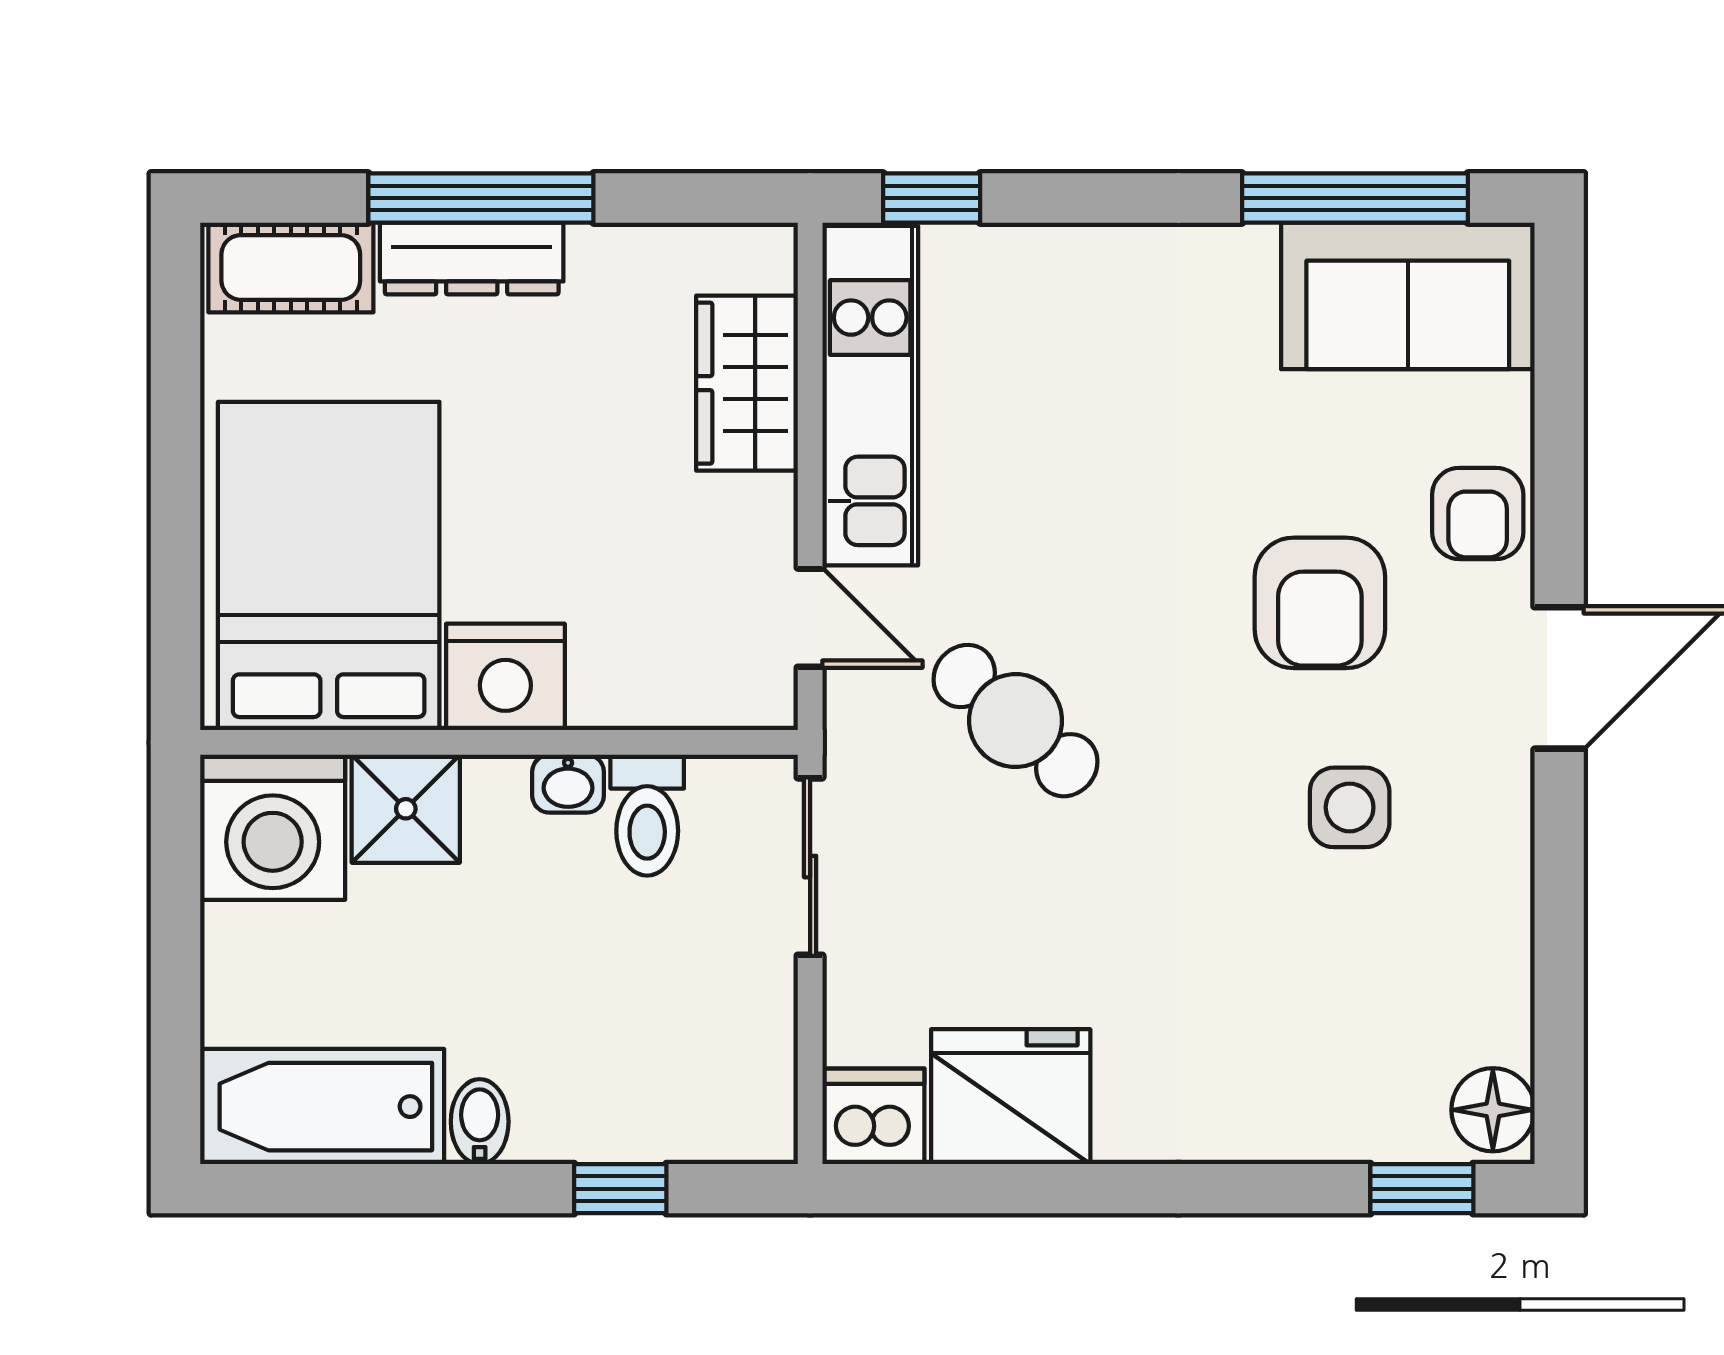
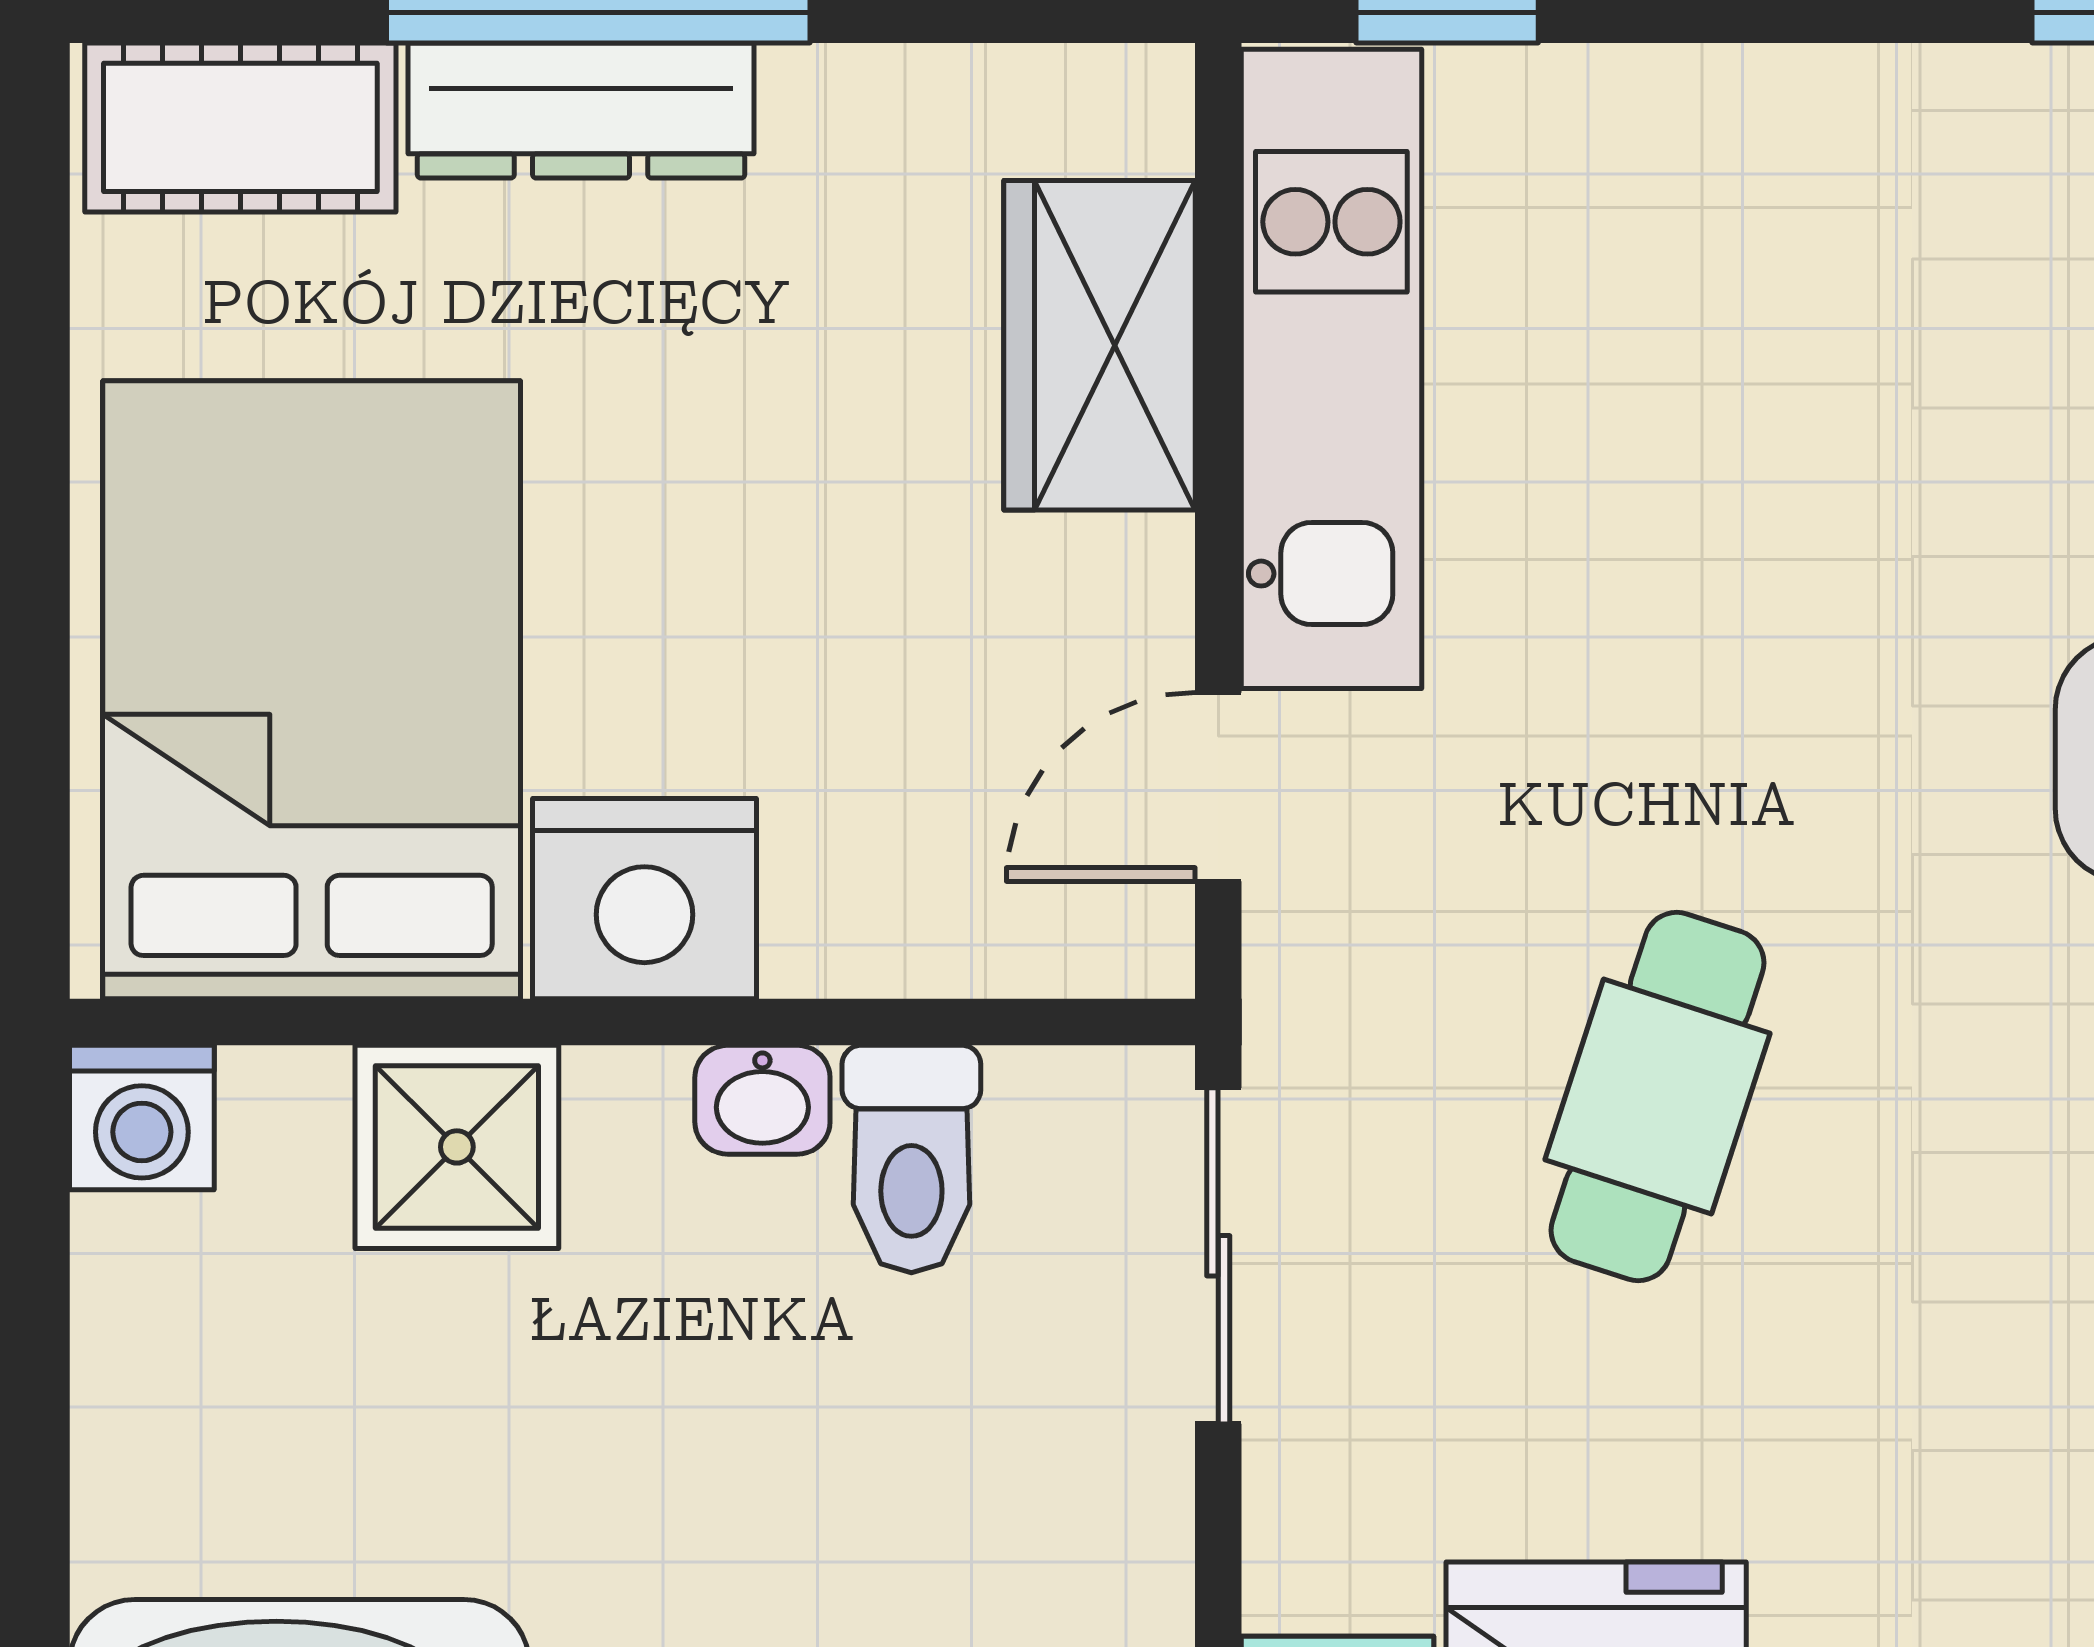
door: (810, 618) -> (1218, 787), swing flipped
cafe table: (1015, 721) -> (1657, 1097), moved, turned 67
washing machine: (273, 827) -> (142, 1117), width x0.53, depth x0.53

